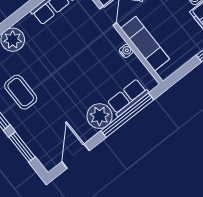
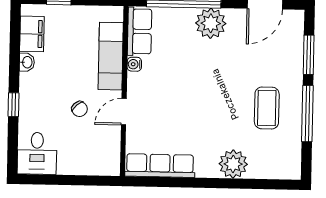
row of seats: (128, 98) -> (140, 31), moved, turned -90

